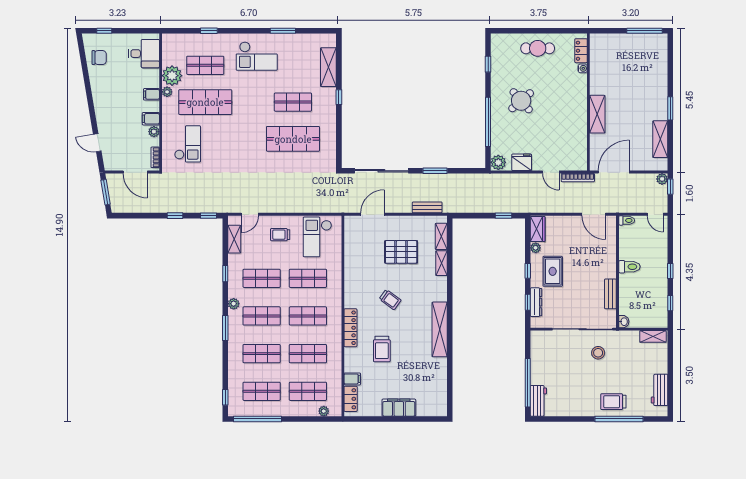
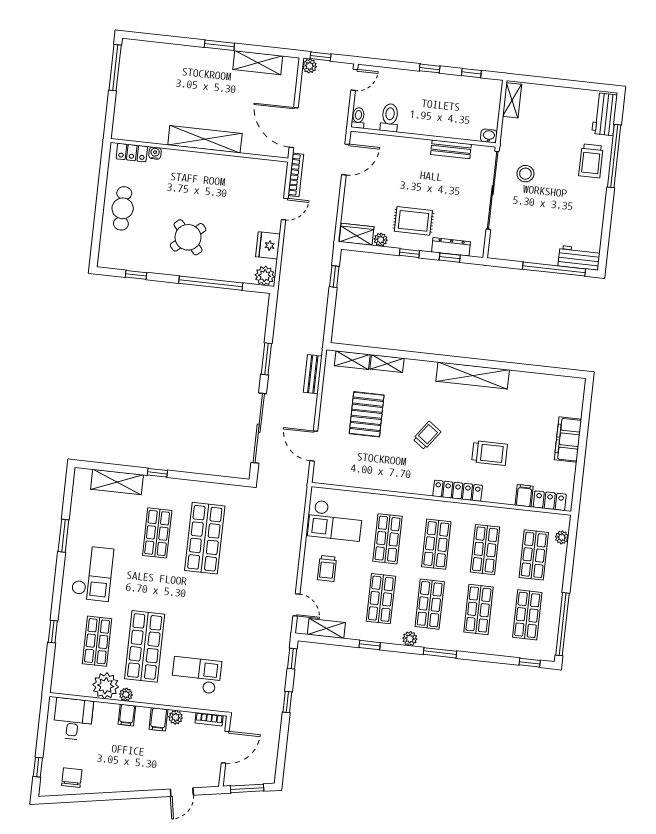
shelving: (597, 114) -> (205, 139), width x1.47
toilet: (629, 267) -> (390, 118), moved
workbench: (660, 390) -> (605, 114), moved, turned 90

